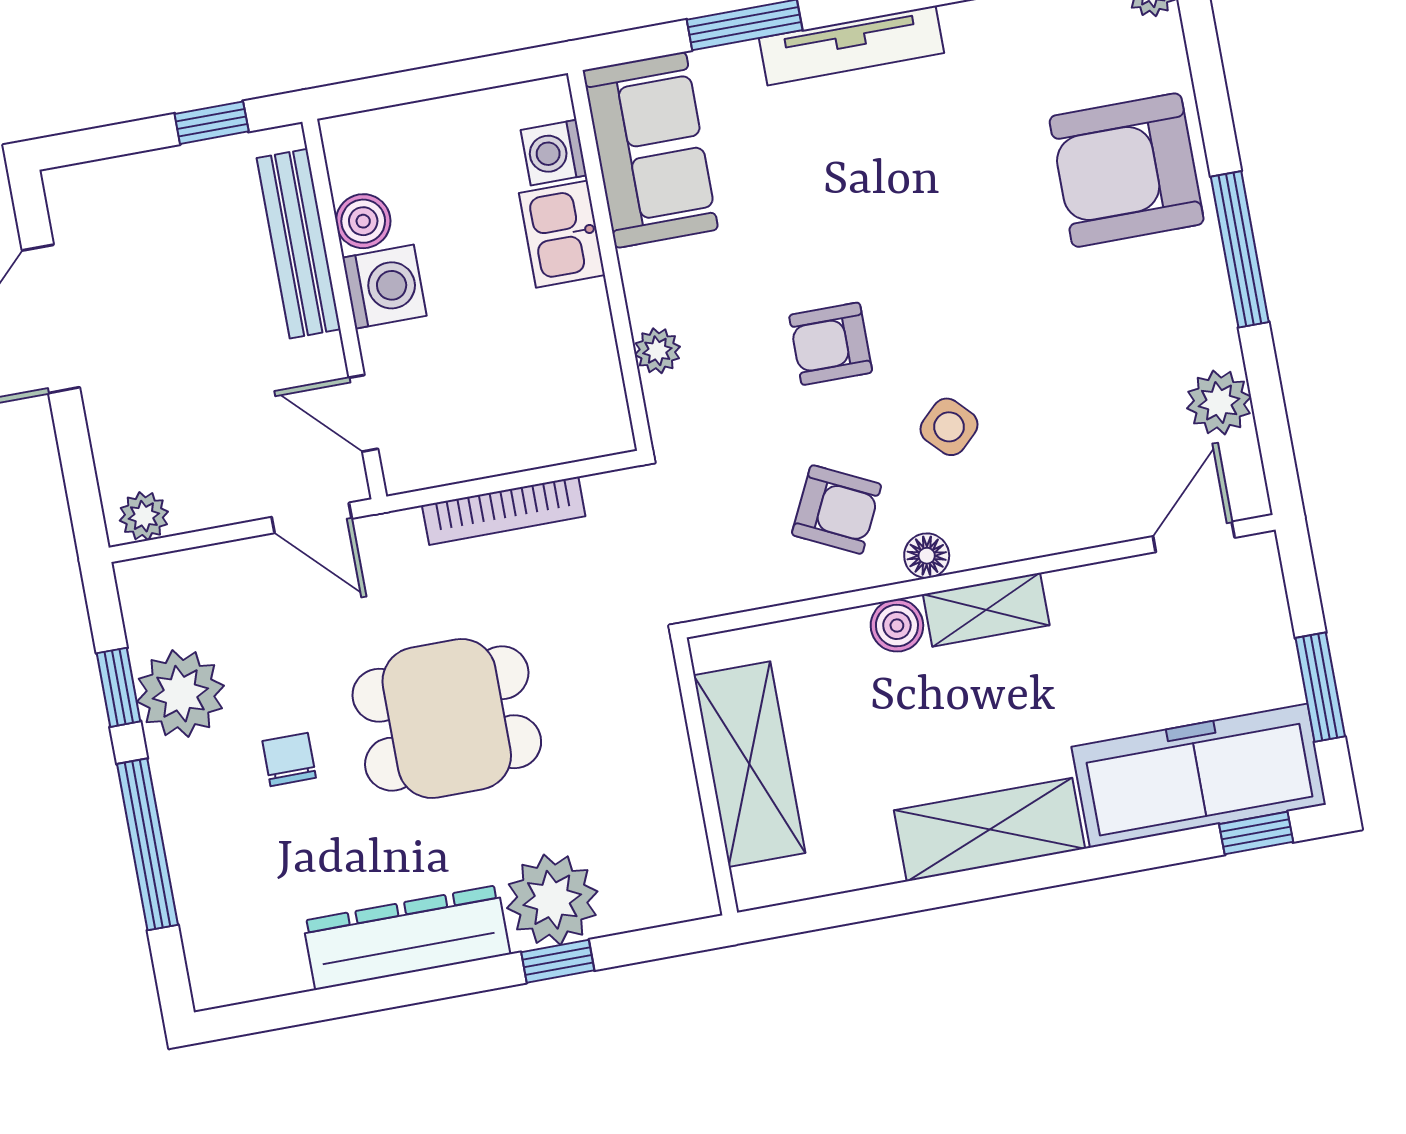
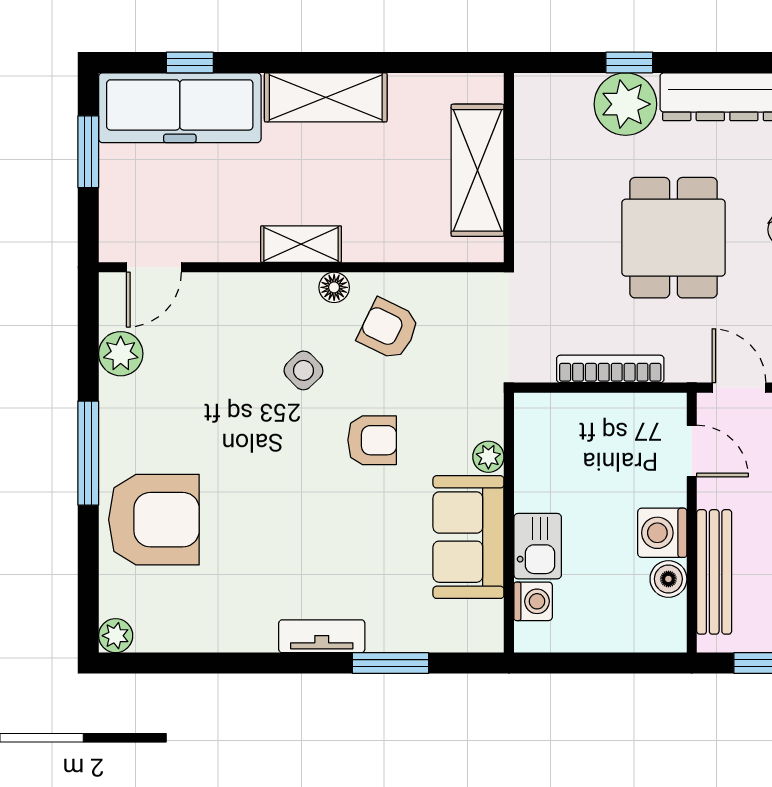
tv unit: (852, 46) -> (322, 636), width x0.71
sofa: (650, 150) -> (468, 537), moved
boiler: (897, 626) -> (362, 245), removed
dining table: (447, 718) -> (674, 238), turned 90
window: (1256, 833) -> (190, 62), moved

